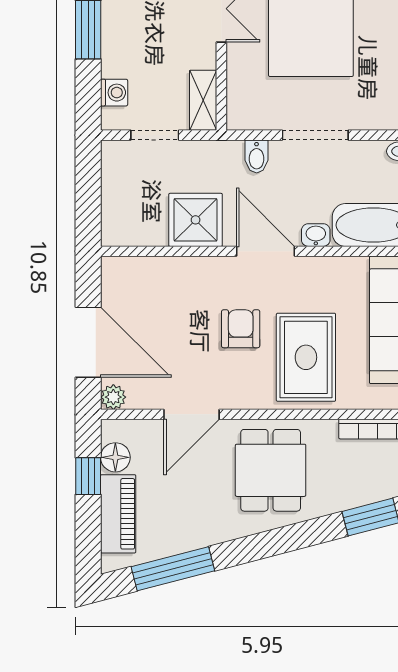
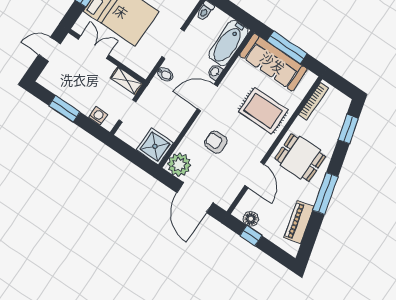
shower: (196, 220) -> (155, 146), moved
armchair: (241, 329) -> (216, 142), moved
door: (88, 342) -> (195, 198), swing flipped
plant: (113, 397) -> (179, 165), moved, width x1.88, depth x1.88
piano: (118, 514) -> (299, 222), moved, turned -105
window: (173, 569) -> (325, 193), moved

